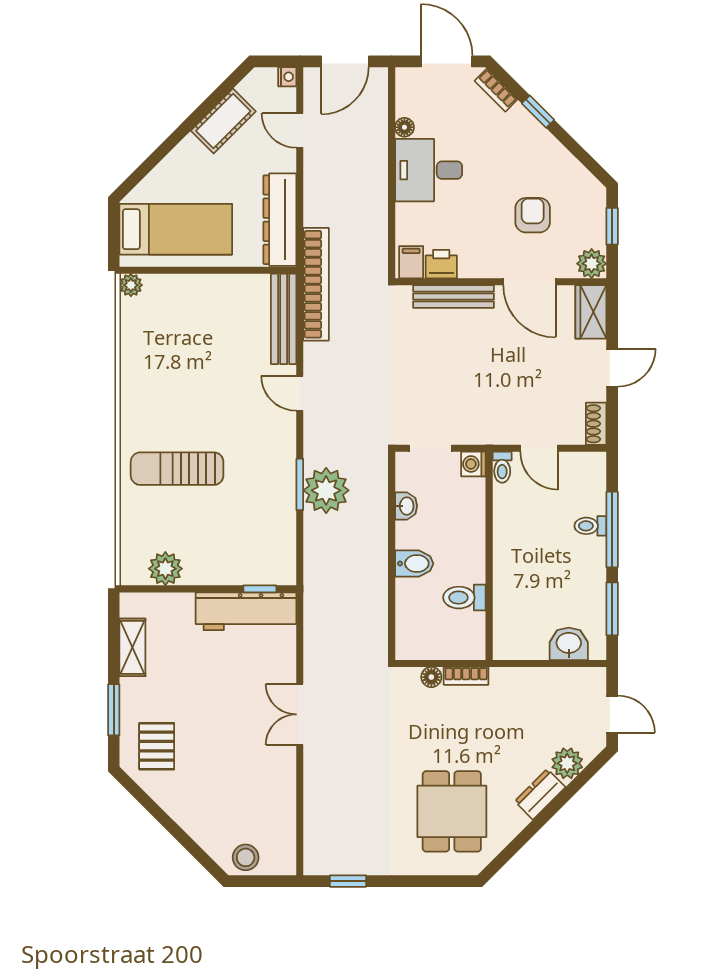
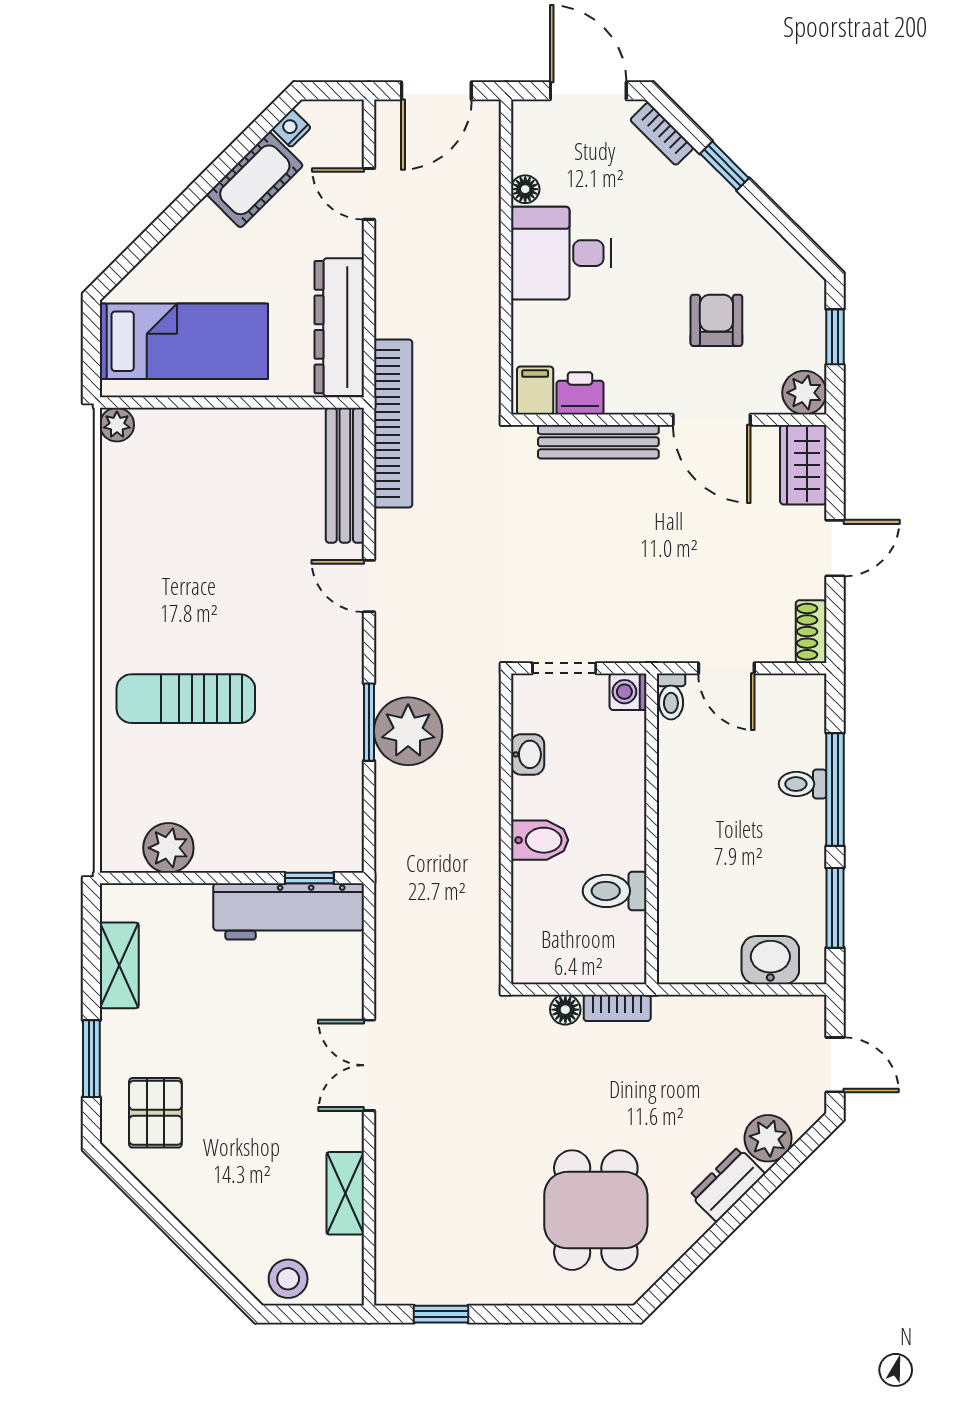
nightstand: (287, 77) -> (291, 128), moved, turned -135
shelving: (284, 800) -> (345, 1193), added

